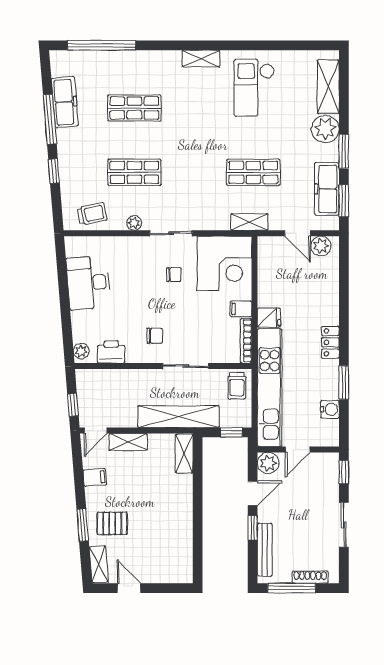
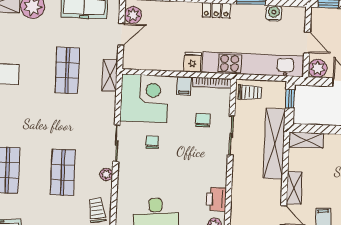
chair: (155, 336) -> (203, 120), moved

